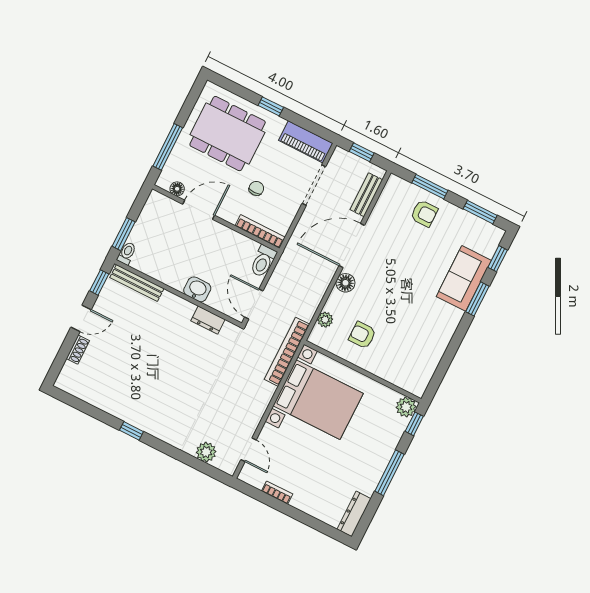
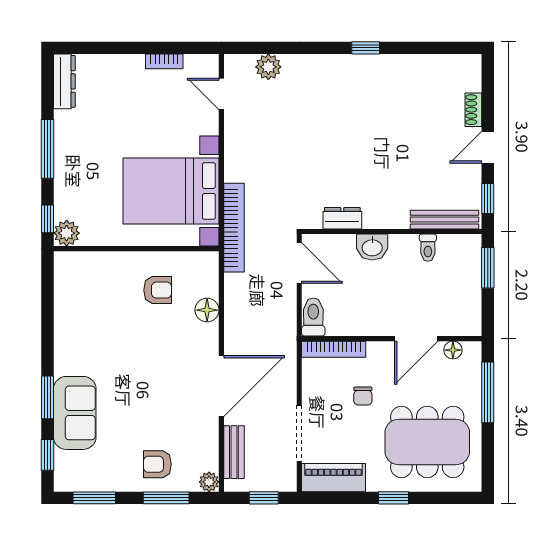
toilet: (127, 253) -> (428, 248), moved
floor lamp: (345, 283) -> (207, 310), moved
plant: (325, 320) -> (209, 482), moved

